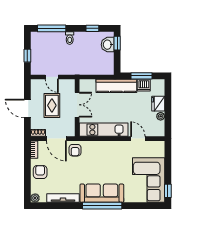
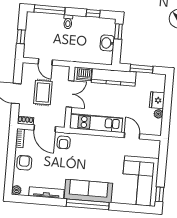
washbasin: (108, 45) -> (107, 43), moved
dishwasher: (144, 85) -> (84, 74), moved

